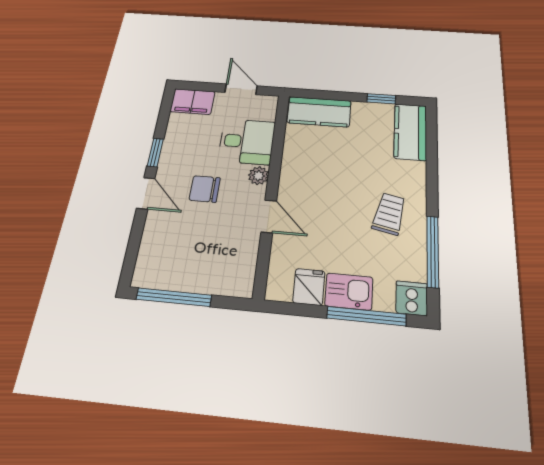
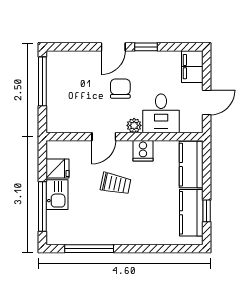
kitchen counter: (410, 132) -> (191, 213), moved, turned -90
trolley: (389, 214) -> (116, 184), moved
cooker: (412, 298) -> (143, 151), moved, turned 90

